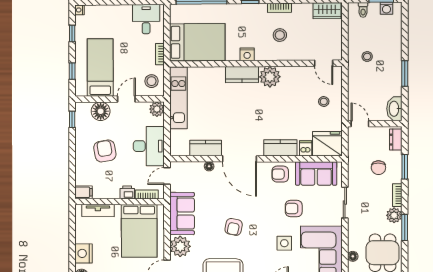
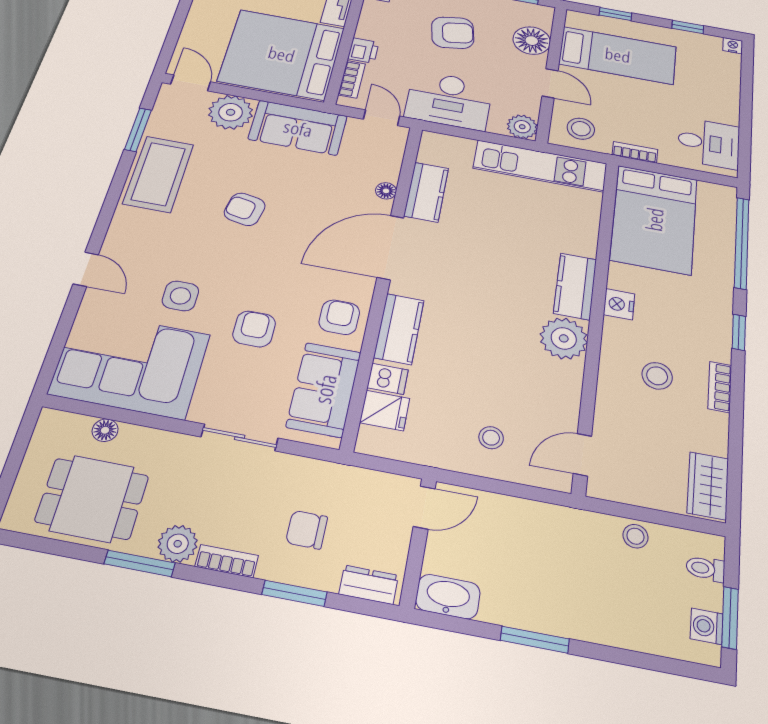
stool: (367, 57) -> (635, 536), moved
fridge: (327, 144) -> (385, 410), width x0.53, depth x0.75
bed: (139, 231) -> (282, 54), width x1.36

